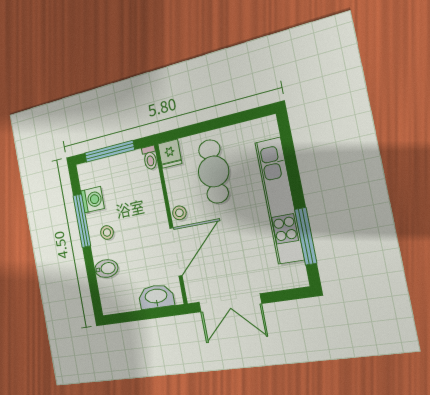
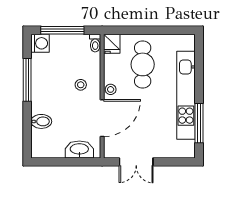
washing machine: (93, 200) -> (40, 43), moved
stool: (107, 232) -> (81, 85), moved
double door: (230, 303) -> (136, 162), width x0.73

